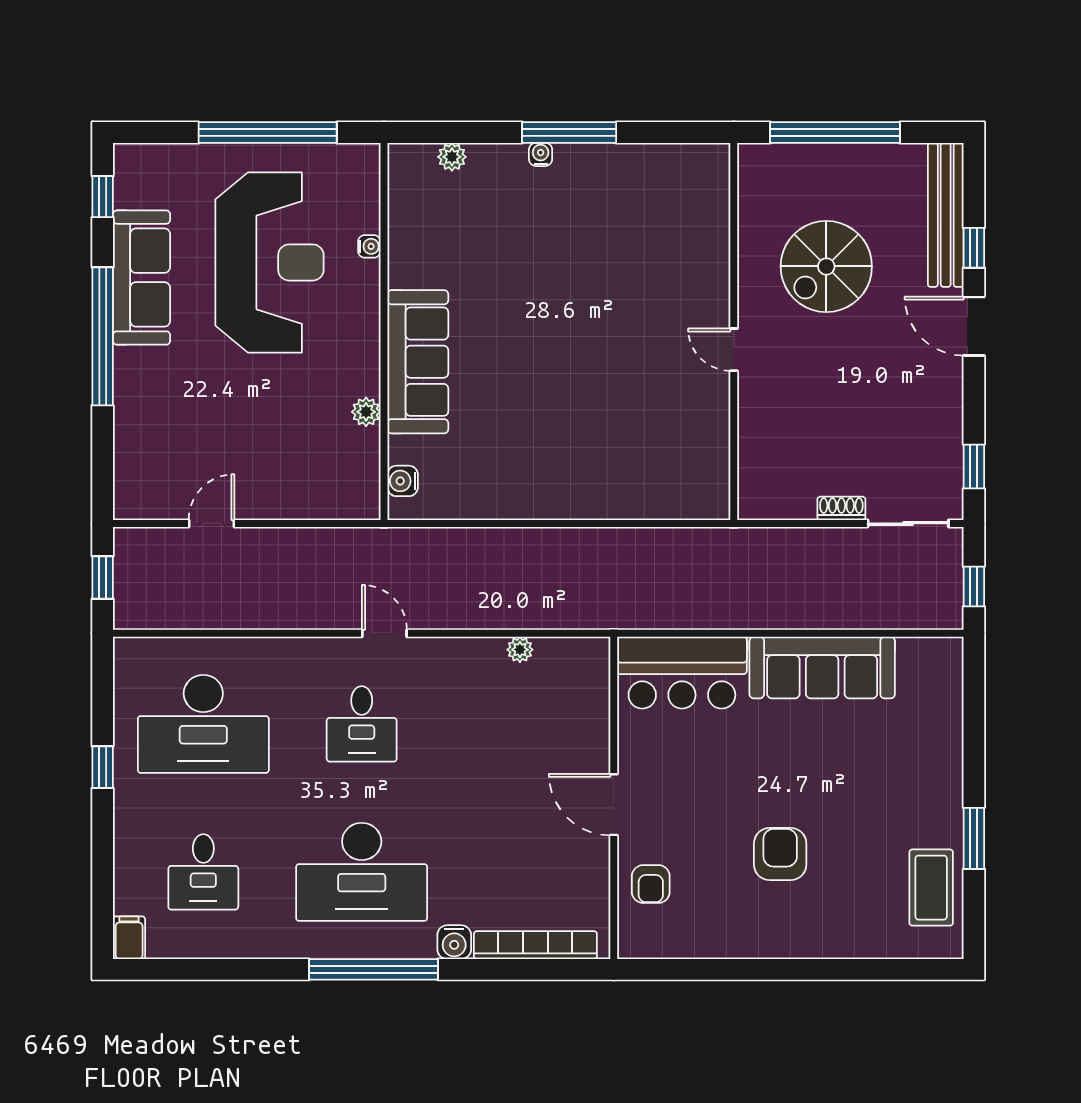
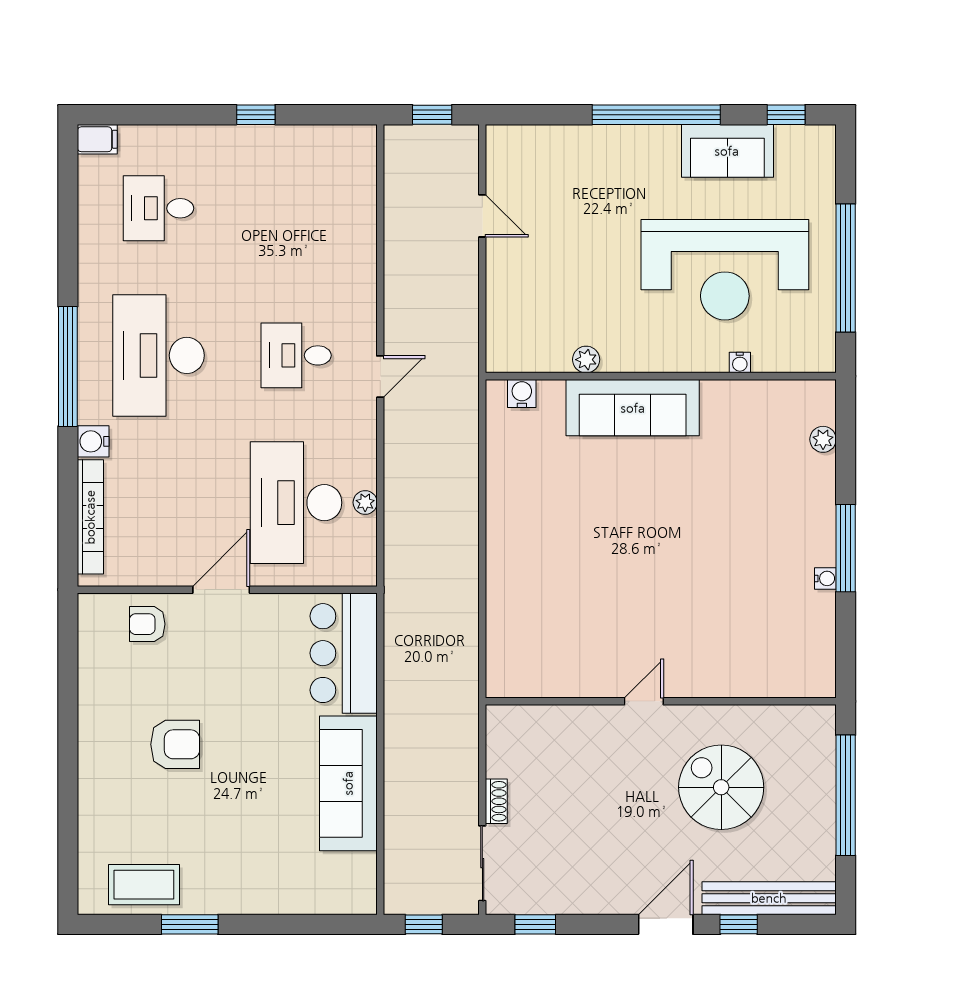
water cooler: (541, 154) -> (825, 578), moved
sofa: (142, 278) -> (727, 151), width x0.73
desk: (203, 724) -> (296, 503), moved

